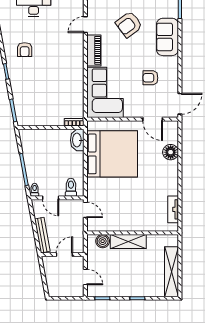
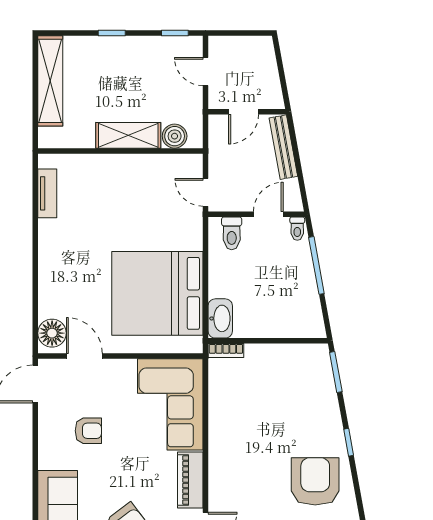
armchair: (25, 50) -> (315, 481), width x1.88, depth x1.88
floor lamp: (171, 152) -> (52, 333), moved
door: (51, 198) -> (268, 214), hinge flipped

